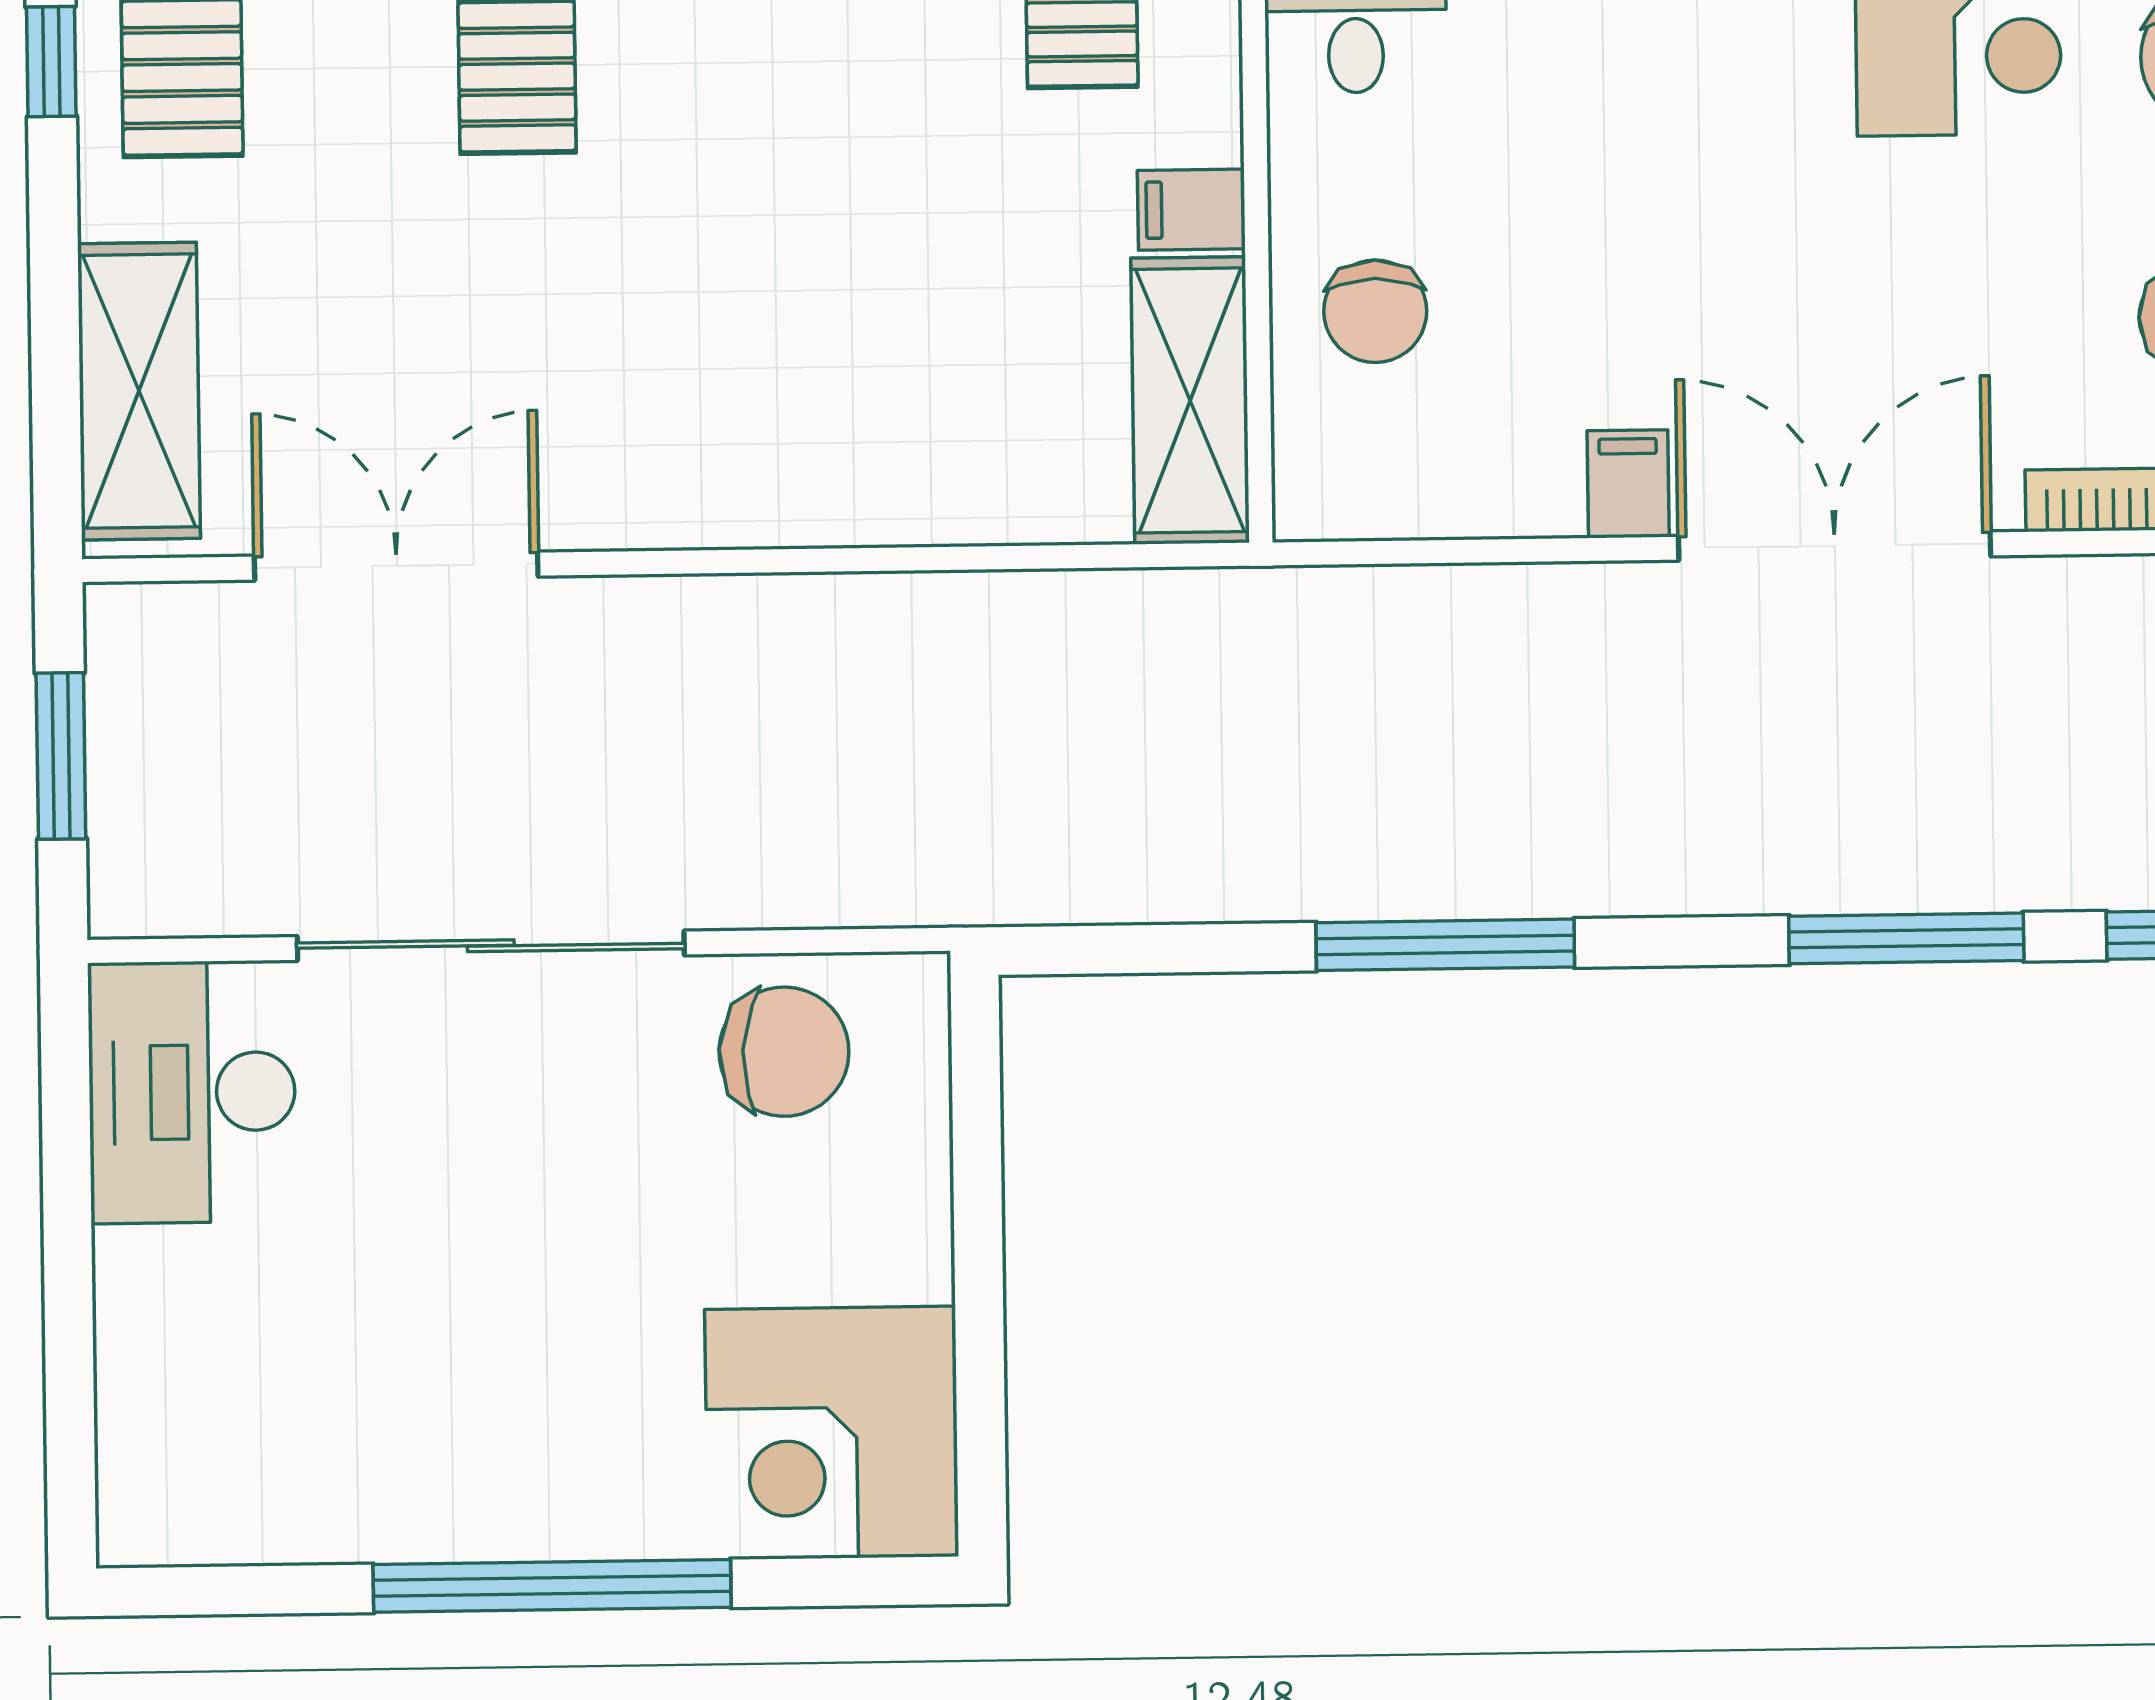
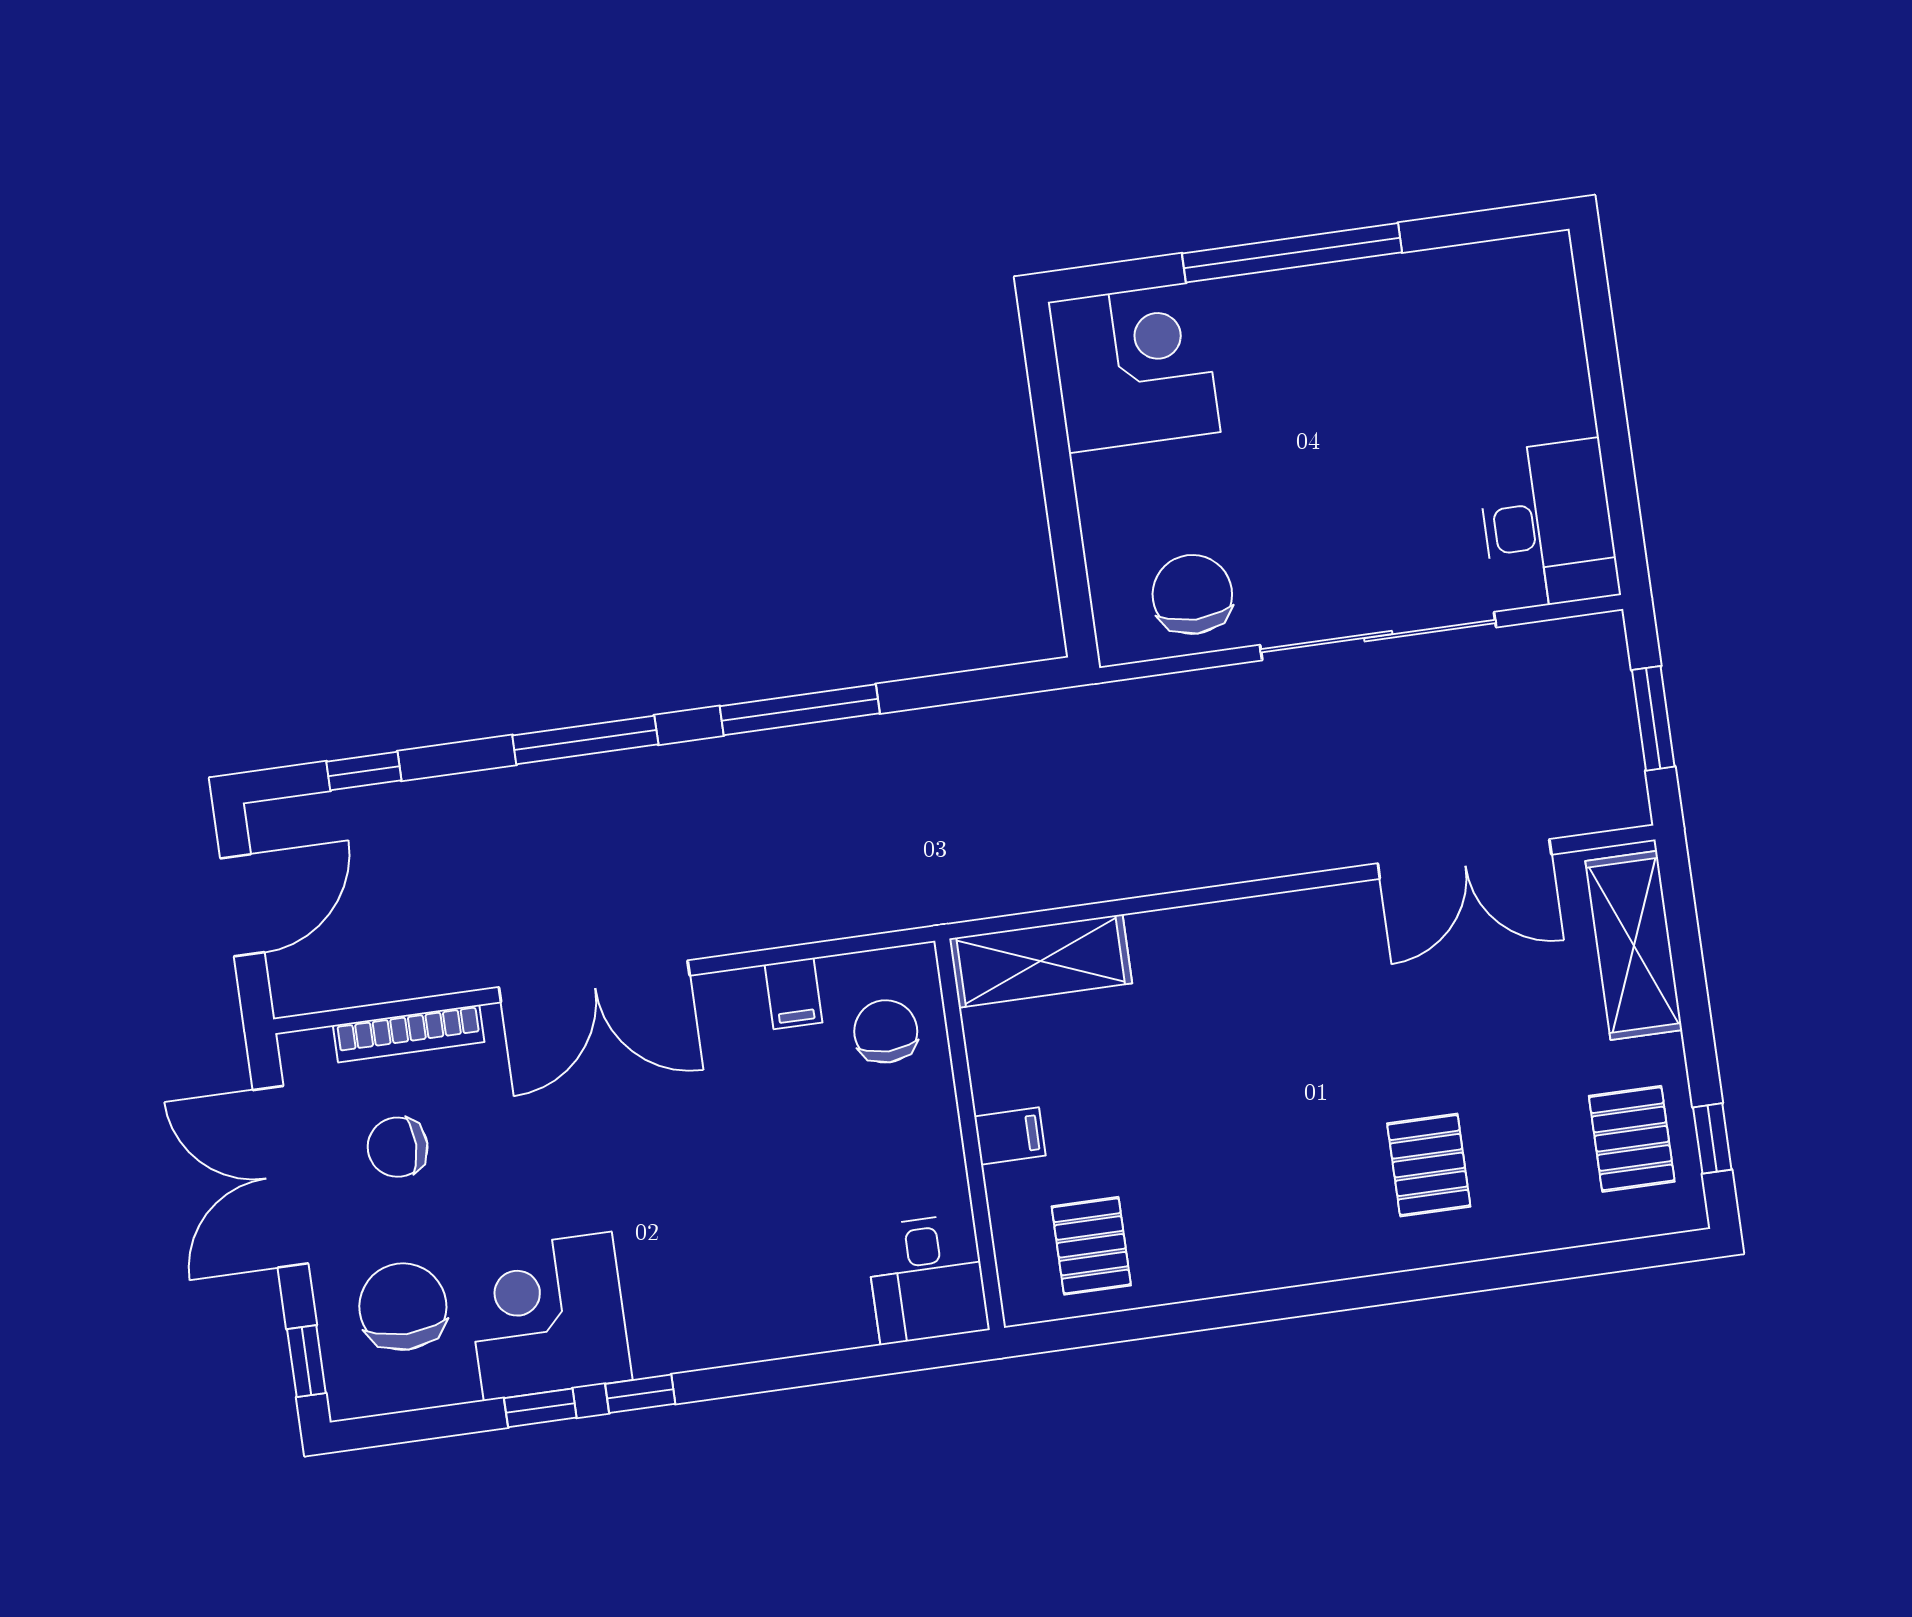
chair: (1375, 311) -> (886, 1031), moved
shelving: (1190, 400) -> (1041, 961), moved, turned 90
filing cabinet: (1628, 484) -> (794, 993), moved
window: (1906, 938) -> (585, 740), moved
chair: (784, 1052) -> (1192, 594), turned 87

